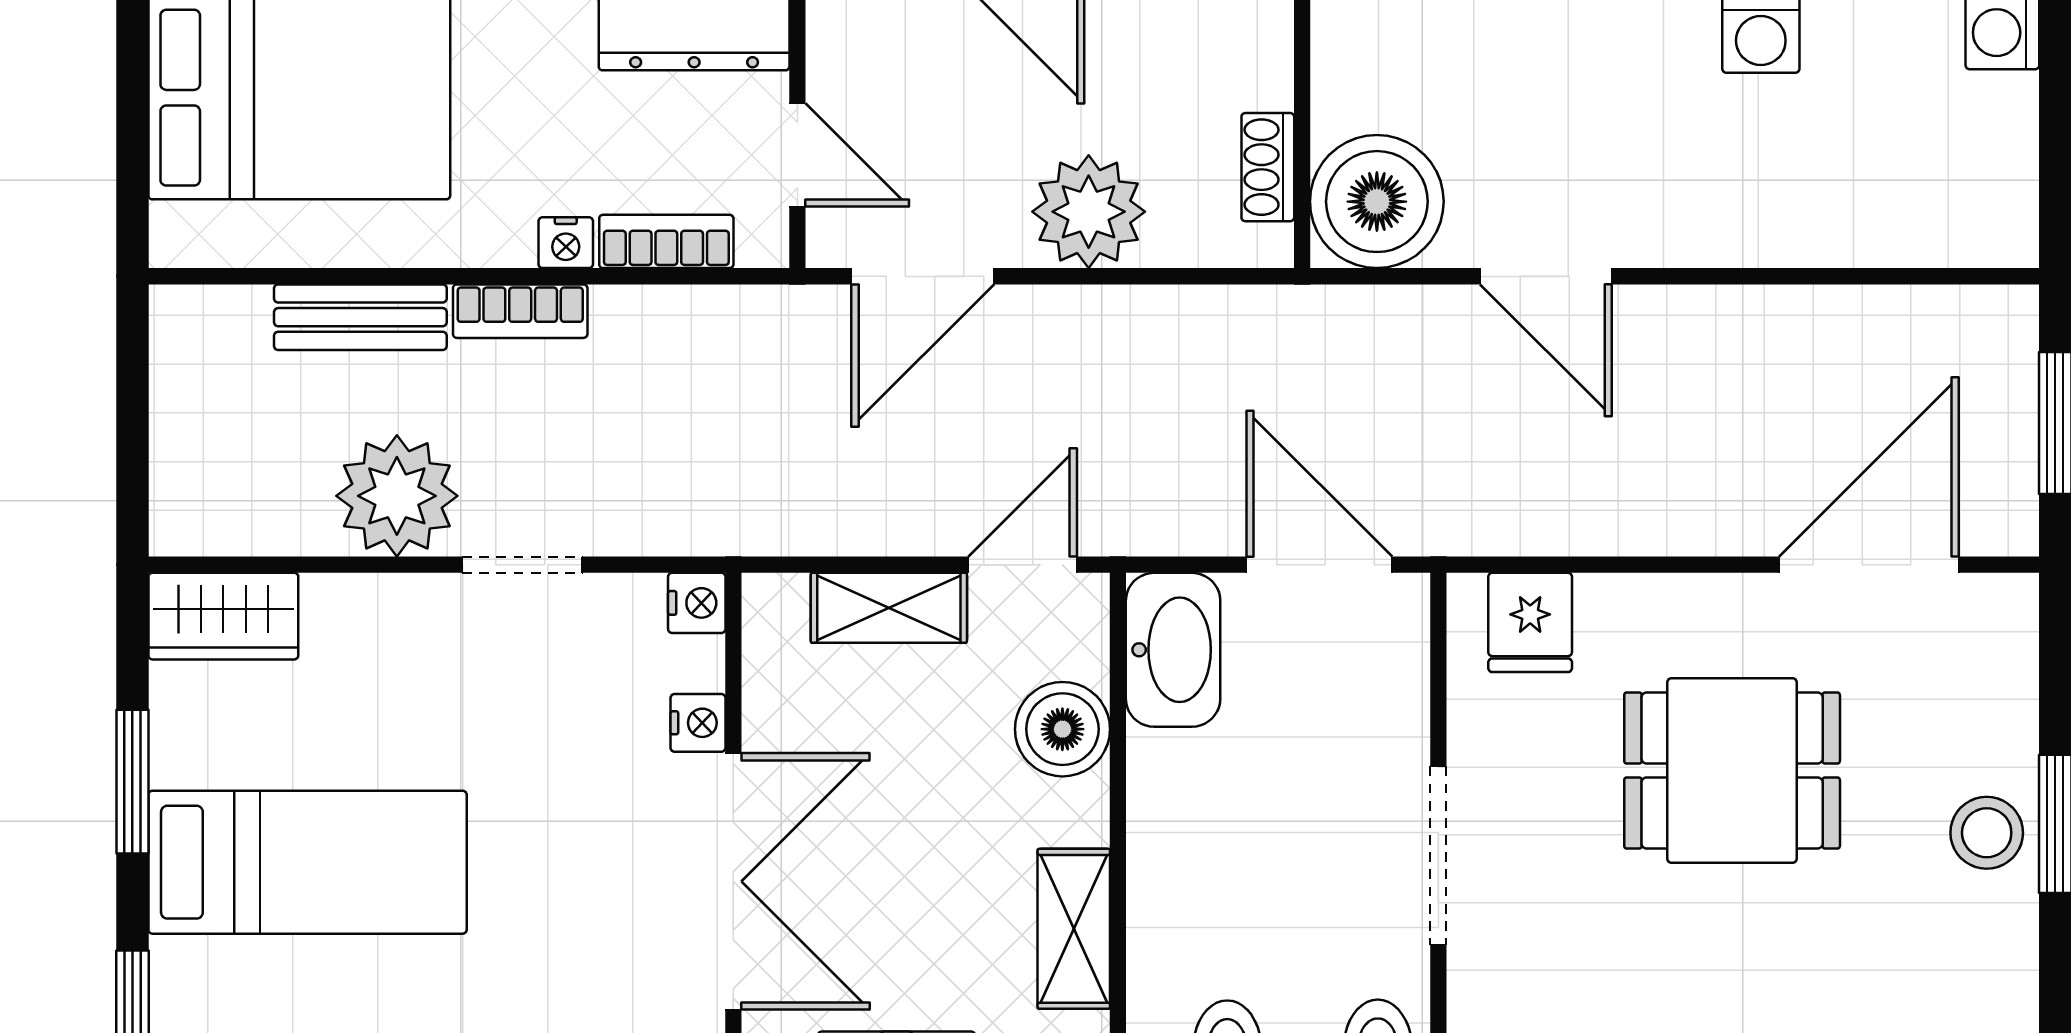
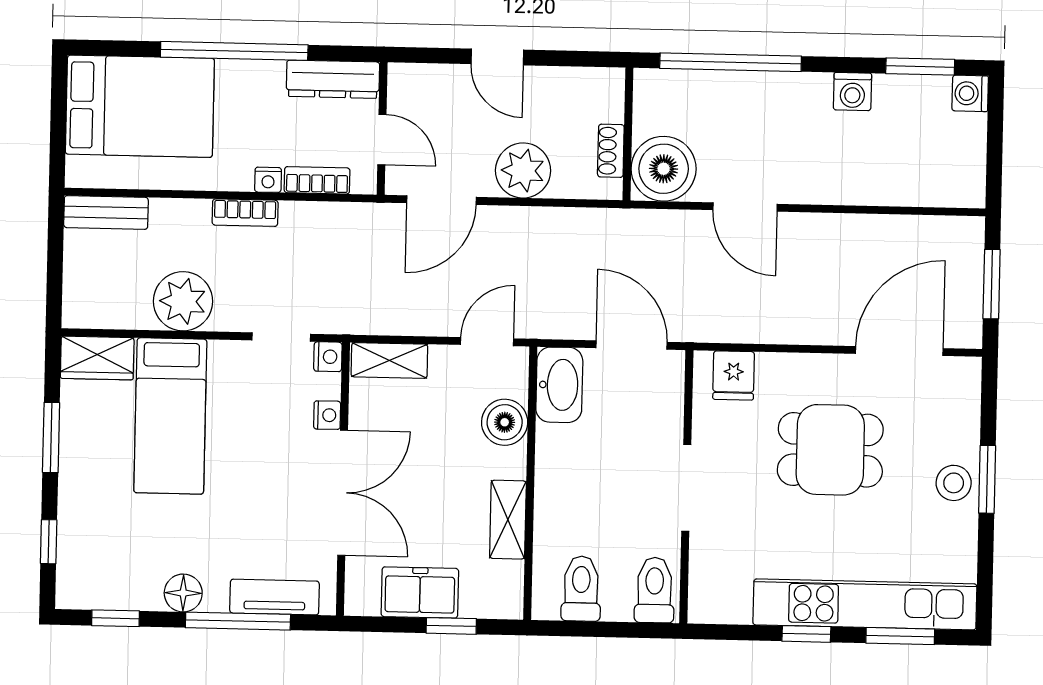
bench: (360, 317) -> (106, 212), moved
doorway: (522, 565) -> (281, 337), moved
shelving: (889, 608) -> (389, 360), moved
bed: (308, 862) -> (170, 416), moved, turned 90

